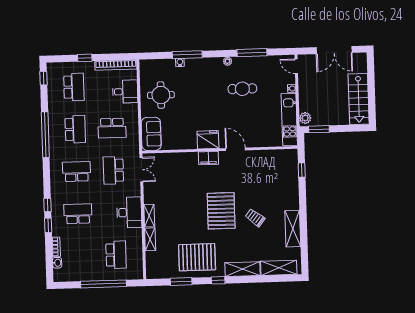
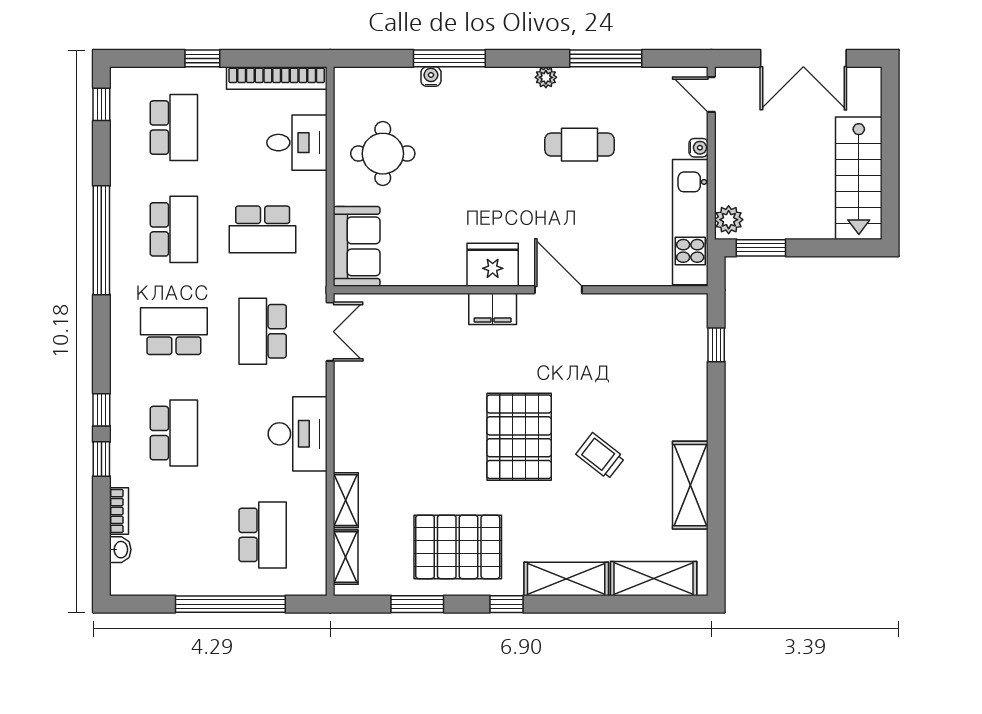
school desk: (78, 214) -> (174, 433), turned 90
shelving: (149, 216) -> (346, 557), moved

